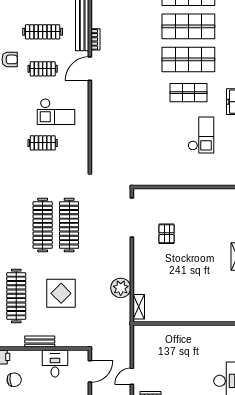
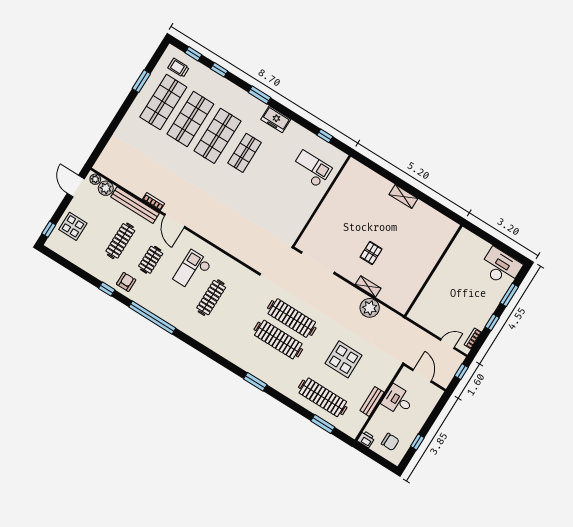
checkout: (56, 112) -> (192, 271), turned 180
checkout: (201, 135) -> (311, 169), moved
clothes rail: (43, 143) -> (211, 298), width x1.36
pallet: (167, 234) -> (371, 253), moved, turned 90
shelving: (139, 307) -> (368, 286), moved
door: (132, 376) -> (448, 344), swing flipped
chair: (14, 380) -> (390, 442), turned 96

